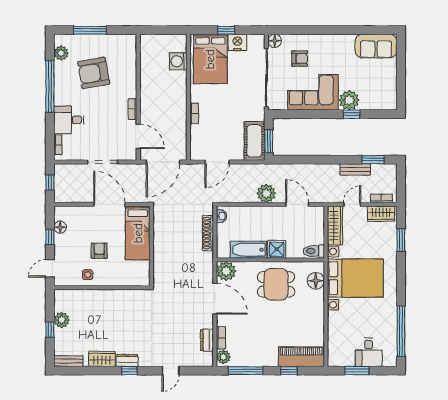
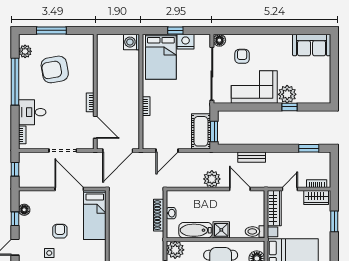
armchair: (300, 59) -> (242, 56), turned -90
washing machine: (178, 61) -> (132, 42), moved
bench: (355, 169) -> (252, 157), moved
washbasin: (222, 216) -> (171, 213), moved

